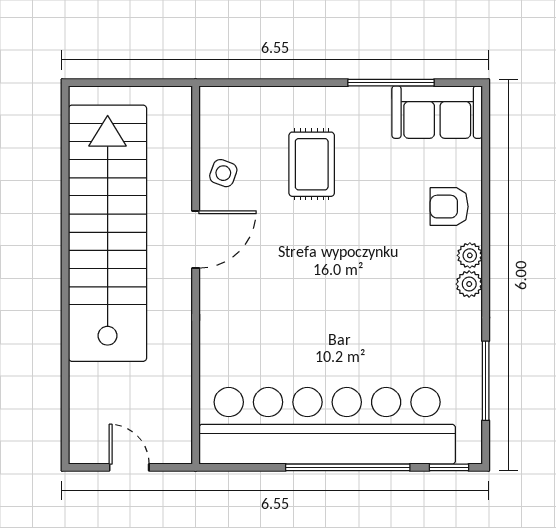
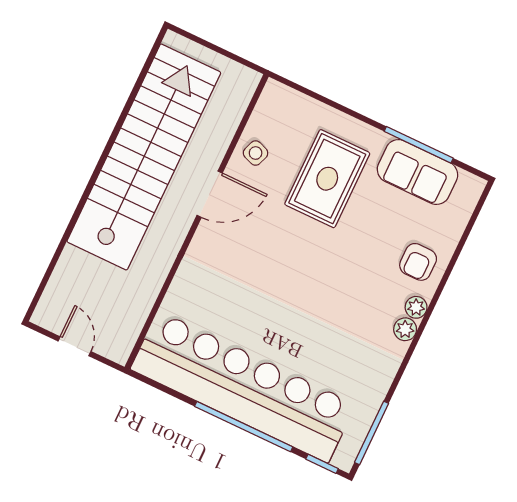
sofa: (437, 112) -> (417, 172), moved
rug: (312, 164) -> (327, 179), width x1.36, depth x1.43
armchair: (449, 207) -> (418, 262), turned -90
window: (486, 381) -> (372, 433), moved

